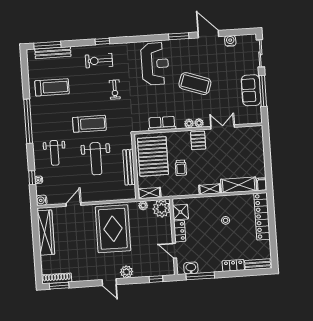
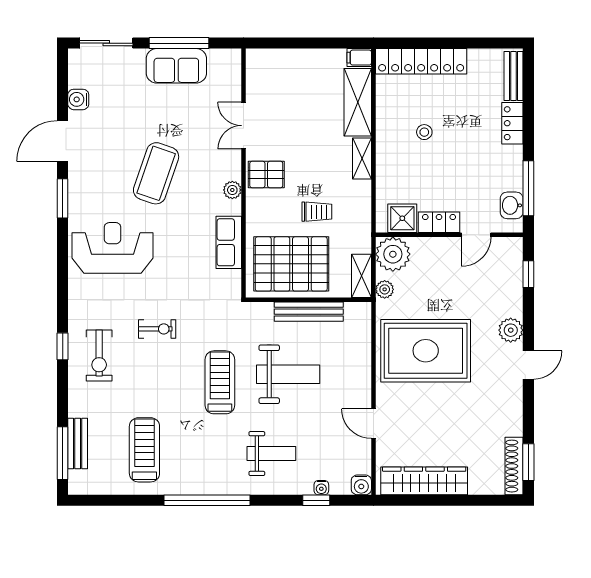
bench: (53, 53) -> (78, 444), width x0.73
plant: (199, 123) -> (233, 171), removed

